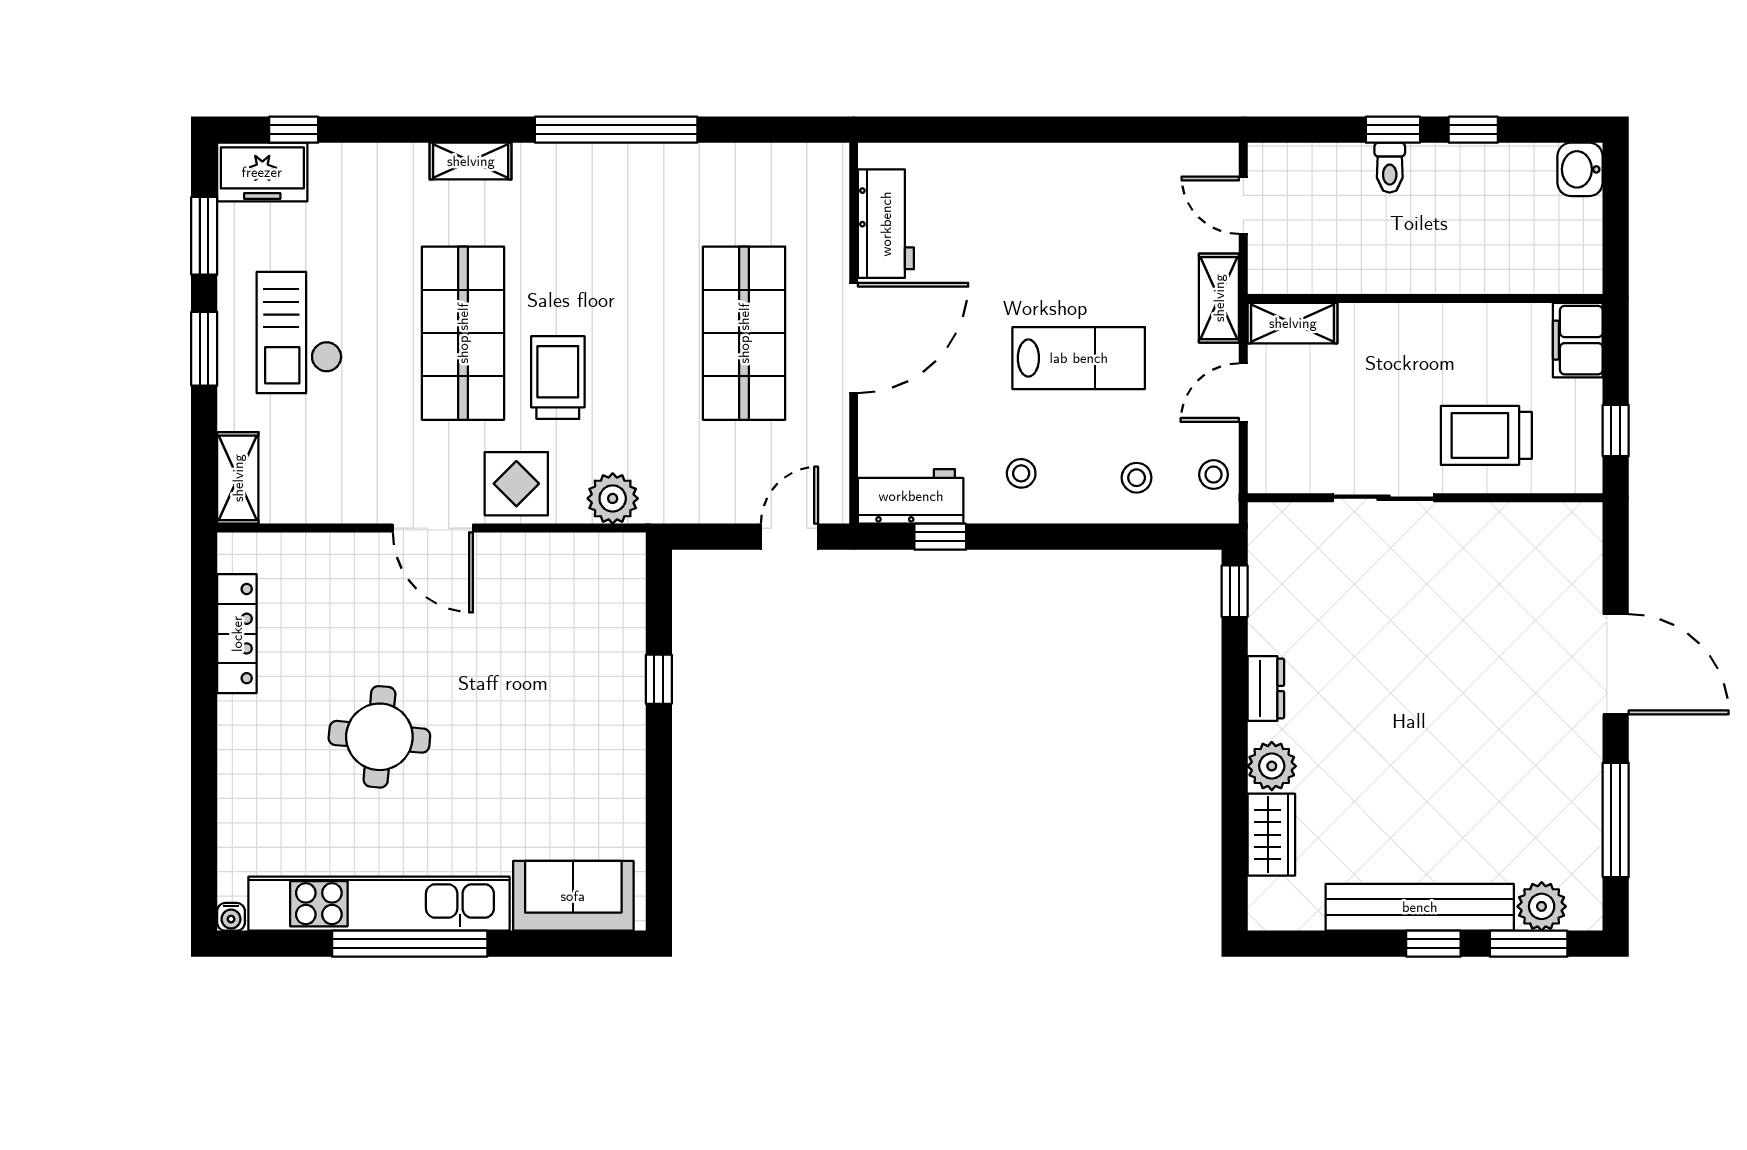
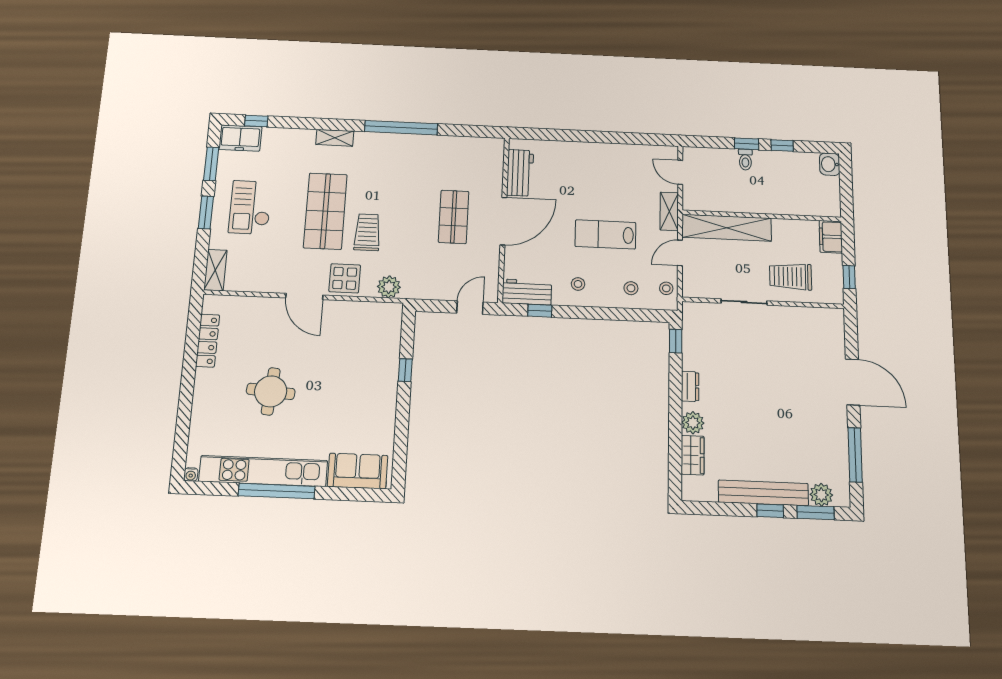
shelving: (1293, 323) -> (727, 228), width x2.20, depth x1.33
shop shelf: (744, 333) -> (454, 217), width x0.70, depth x0.74
lab bench: (1079, 358) -> (605, 234), turned 180

